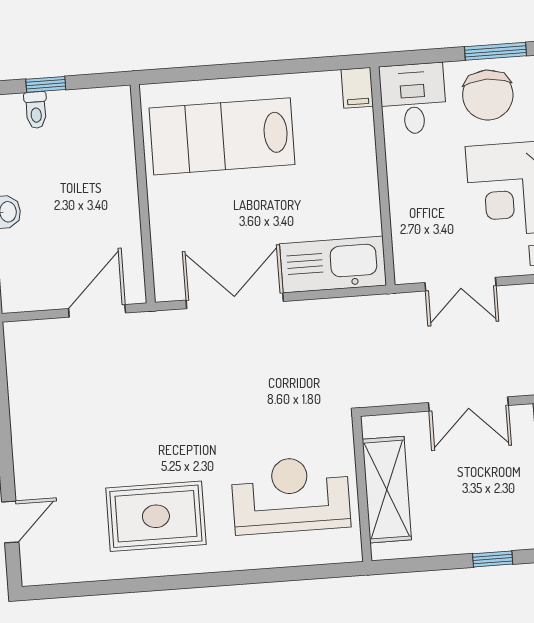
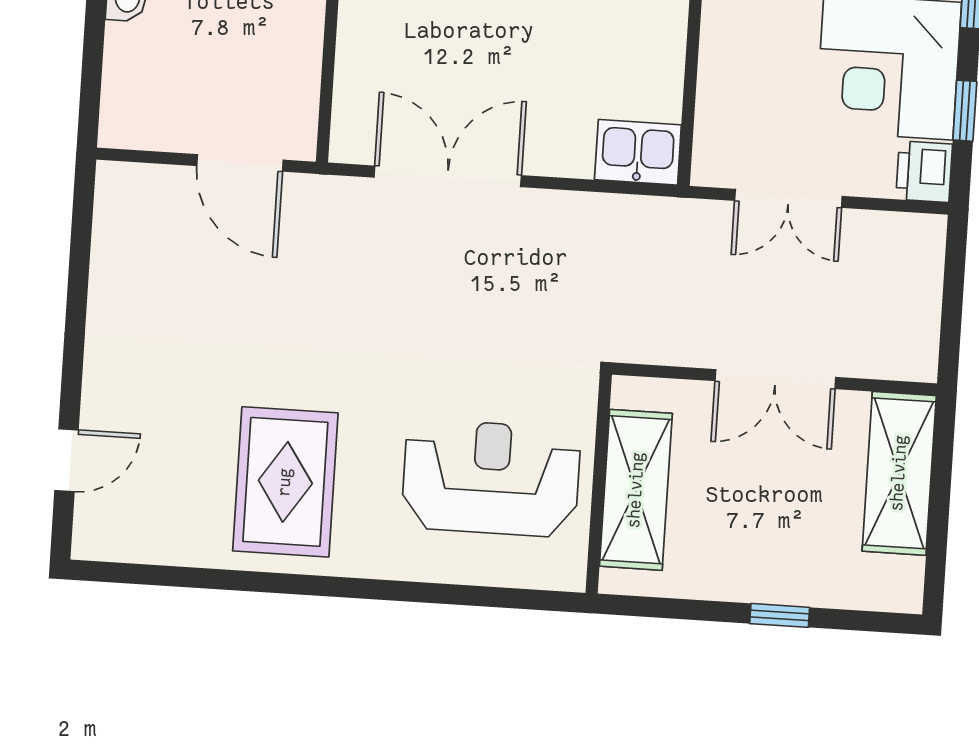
kitchen sink: (333, 265) -> (638, 152), width x0.53, depth x0.81
door: (97, 311) -> (240, 163), swing flipped
rug: (156, 516) -> (285, 482), turned 90

